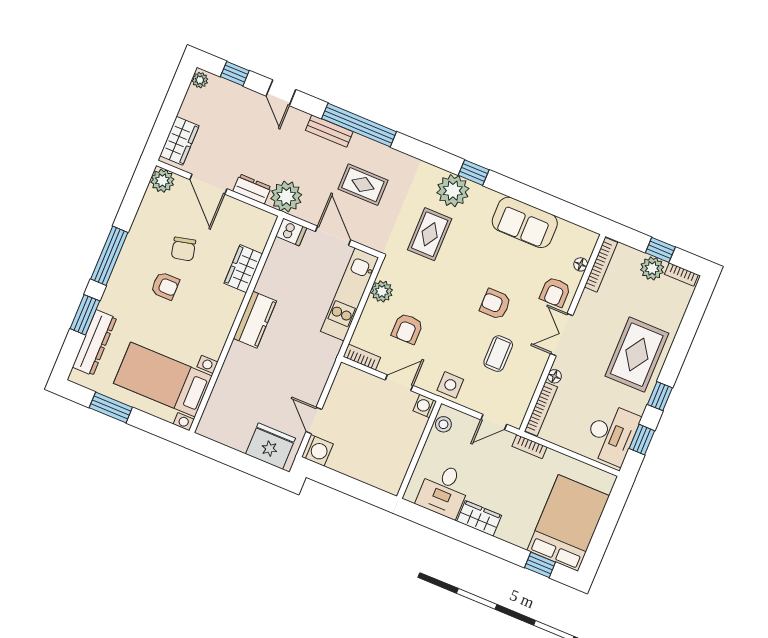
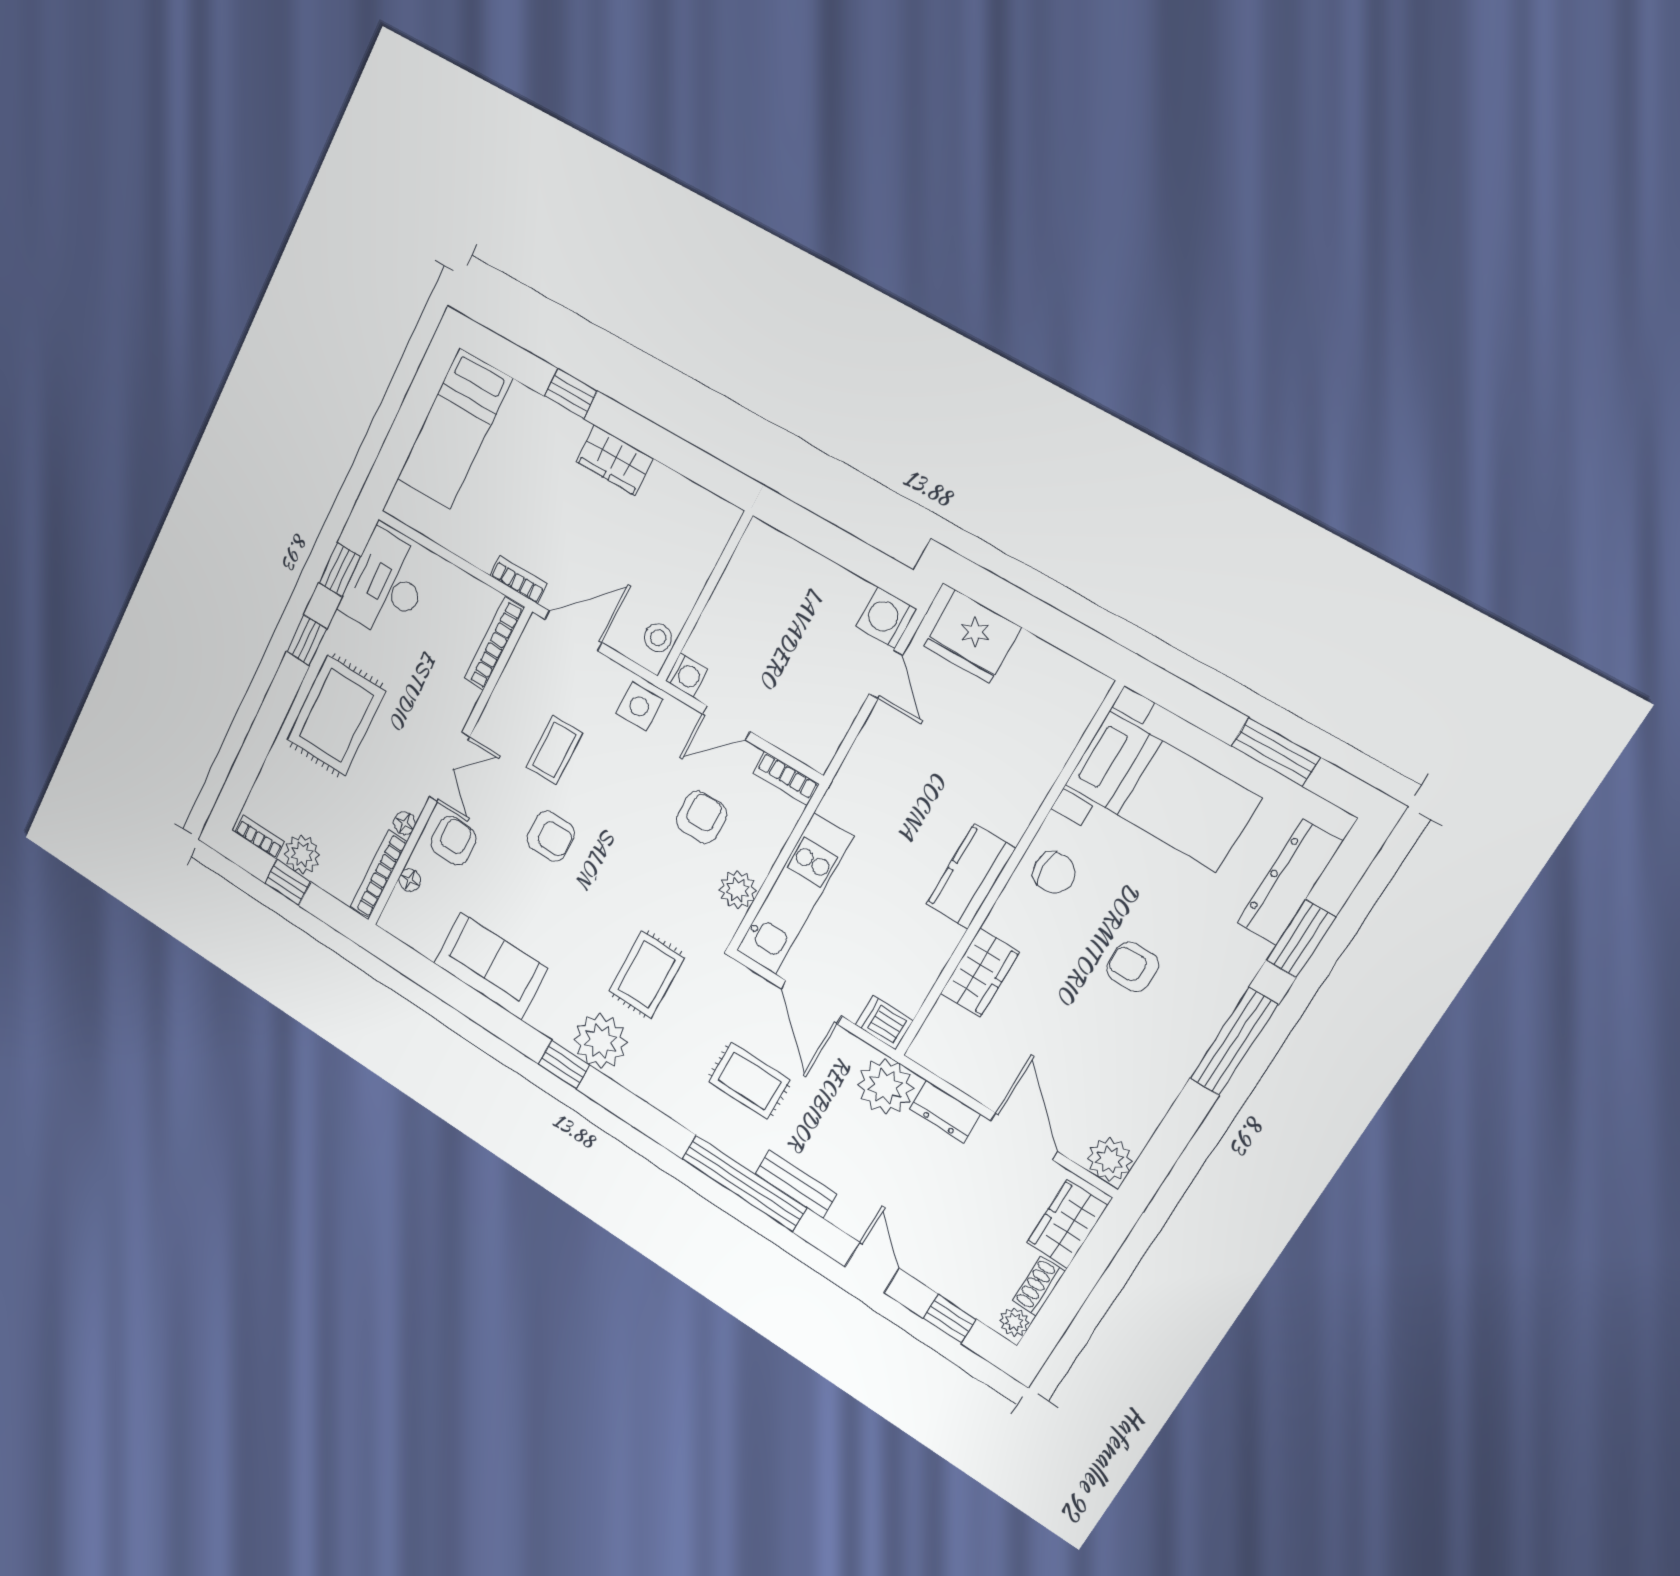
shoe rack: (190, 103) -> (1039, 1286), added
chair: (183, 249) -> (1054, 873), moved, turned 103
floor lamp: (554, 376) -> (404, 823), moved
door: (494, 422) -> (573, 631), width x1.38
desk: (444, 490) -> (670, 518), removed
bed: (568, 523) -> (455, 429), width x0.67
window: (540, 565) -> (571, 394), moved

